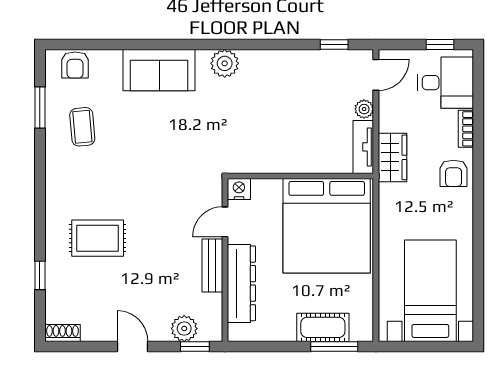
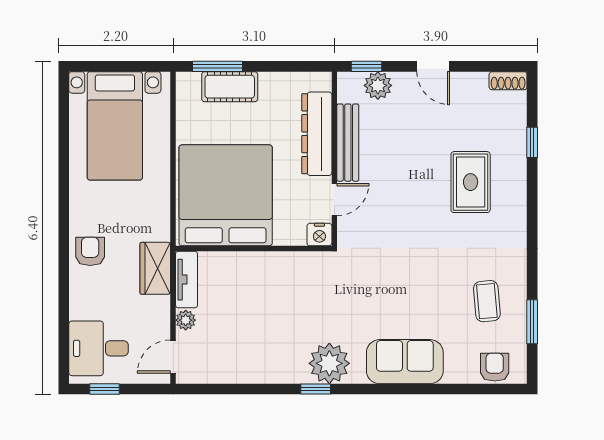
window: (334, 45) -> (316, 389), moved
plant: (225, 63) -> (329, 363), width x1.36, depth x1.36
bookcase: (466, 129) -> (77, 299), removed
rug: (98, 238) -> (471, 182), turned 90
bench: (212, 265) -> (348, 143), width x1.36

